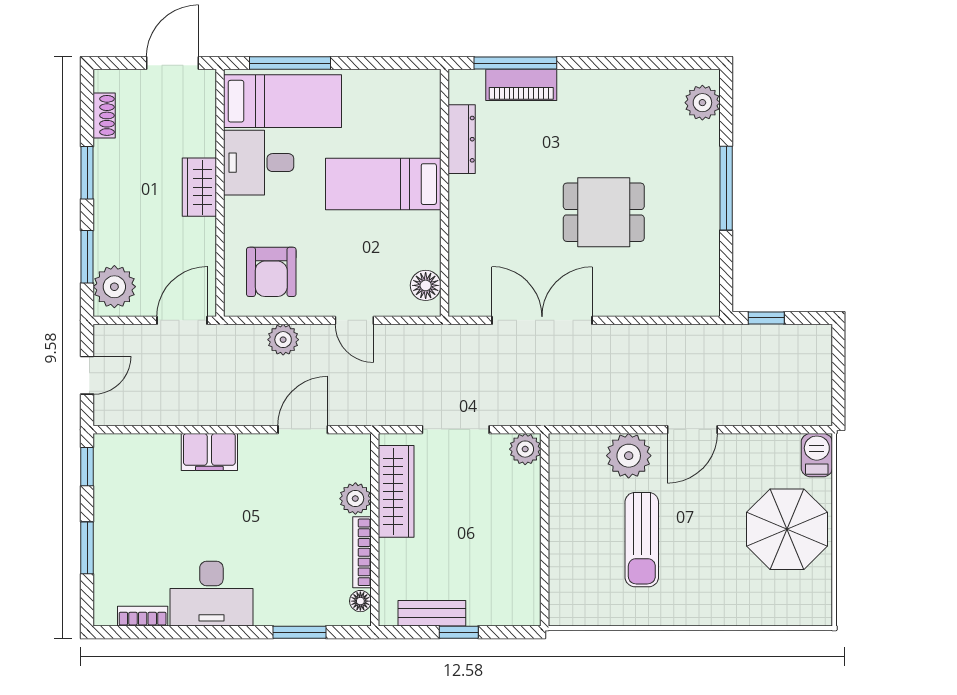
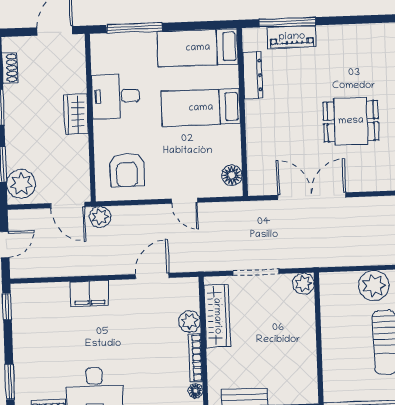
bed: (282, 101) -> (198, 48), moved, turned 180
door: (182, 320) -> (68, 205), swing flipped
plant: (283, 340) -> (100, 217), moved
window: (87, 548) -> (10, 382), moved

